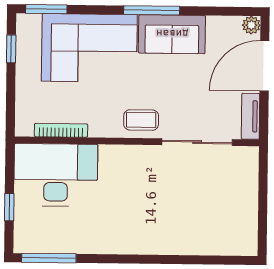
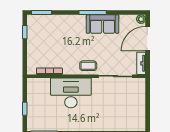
corner sofa: (89, 48) -> (63, 31), removed
desk: (56, 175) -> (71, 93), moved

